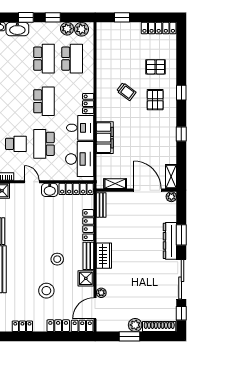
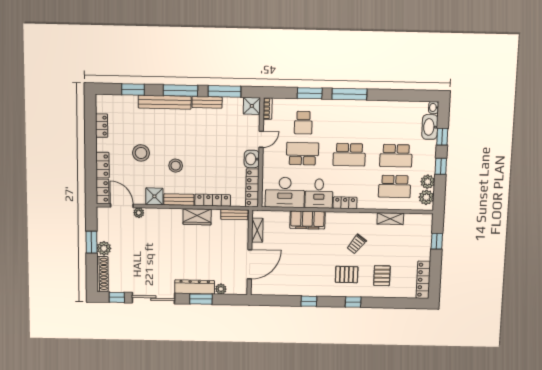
shelving: (171, 176) -> (390, 219), moved
plant: (171, 197) -> (221, 289), moved
wardrobe: (104, 256) -> (197, 217), moved

